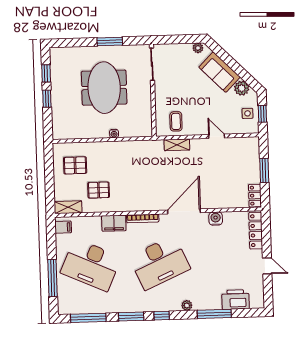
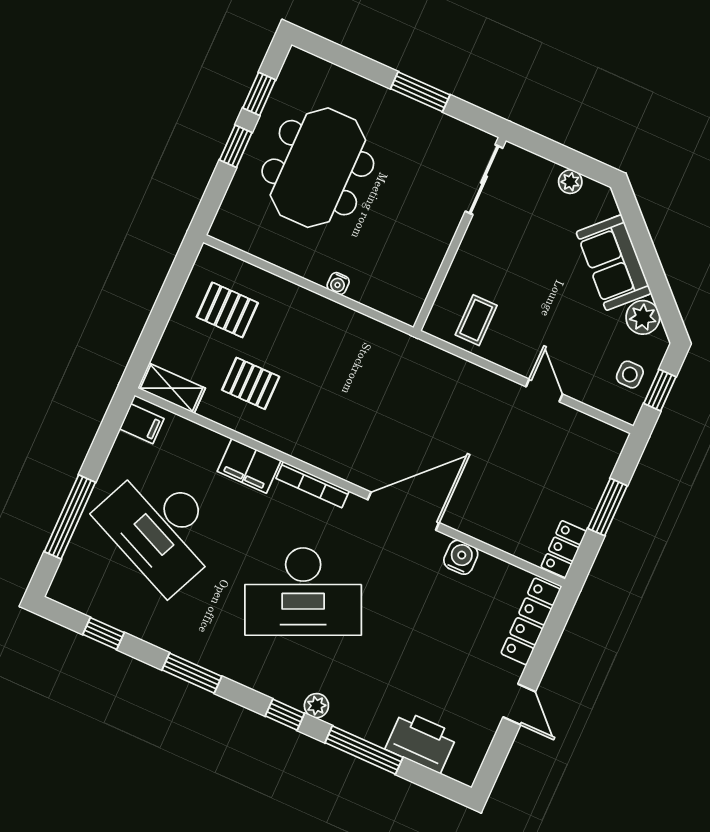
plant: (198, 48) -> (570, 182), moved
meeting table: (104, 88) -> (318, 168), moved
shelving: (177, 145) -> (455, 369), removed
window: (162, 316) -> (285, 715), moved
window: (88, 318) -> (103, 634), width x0.46

